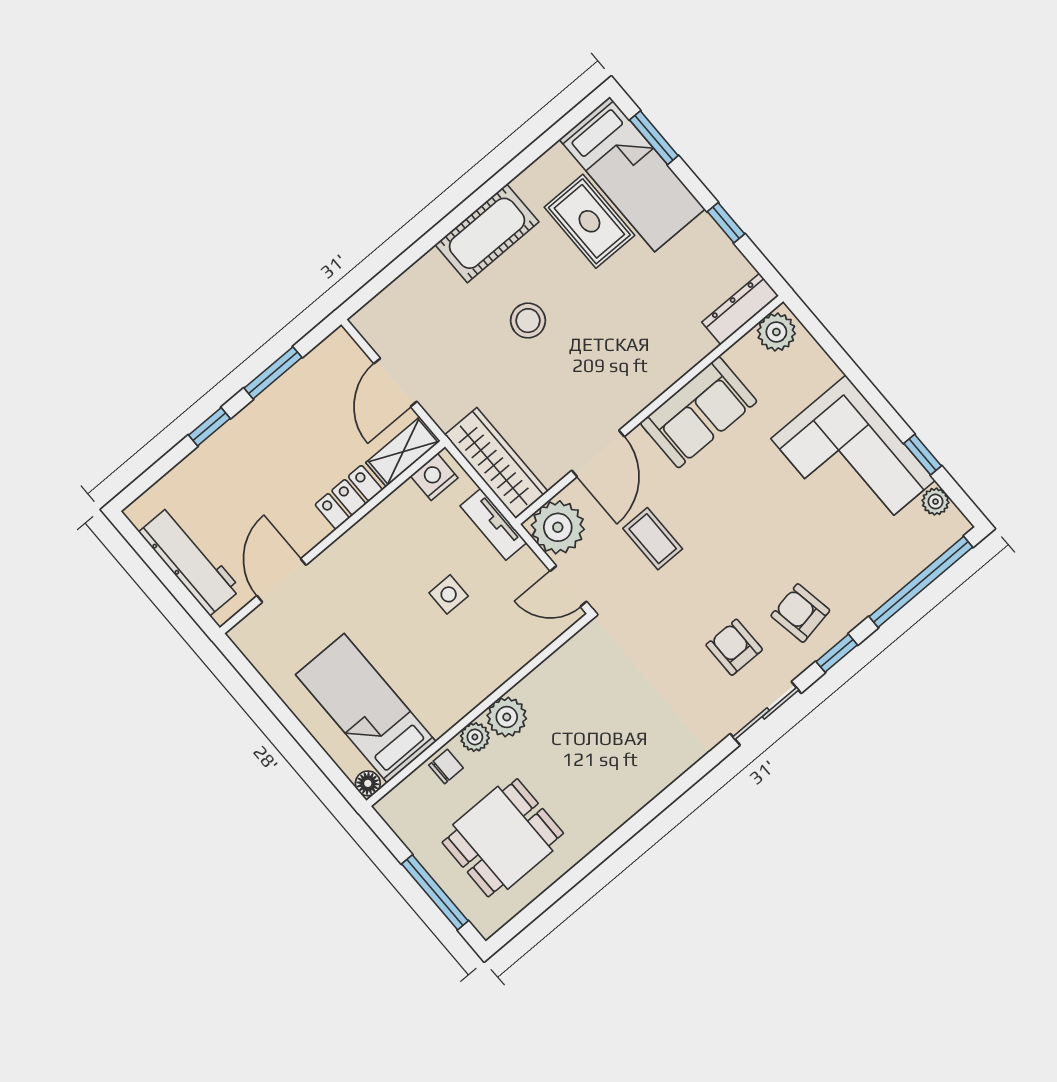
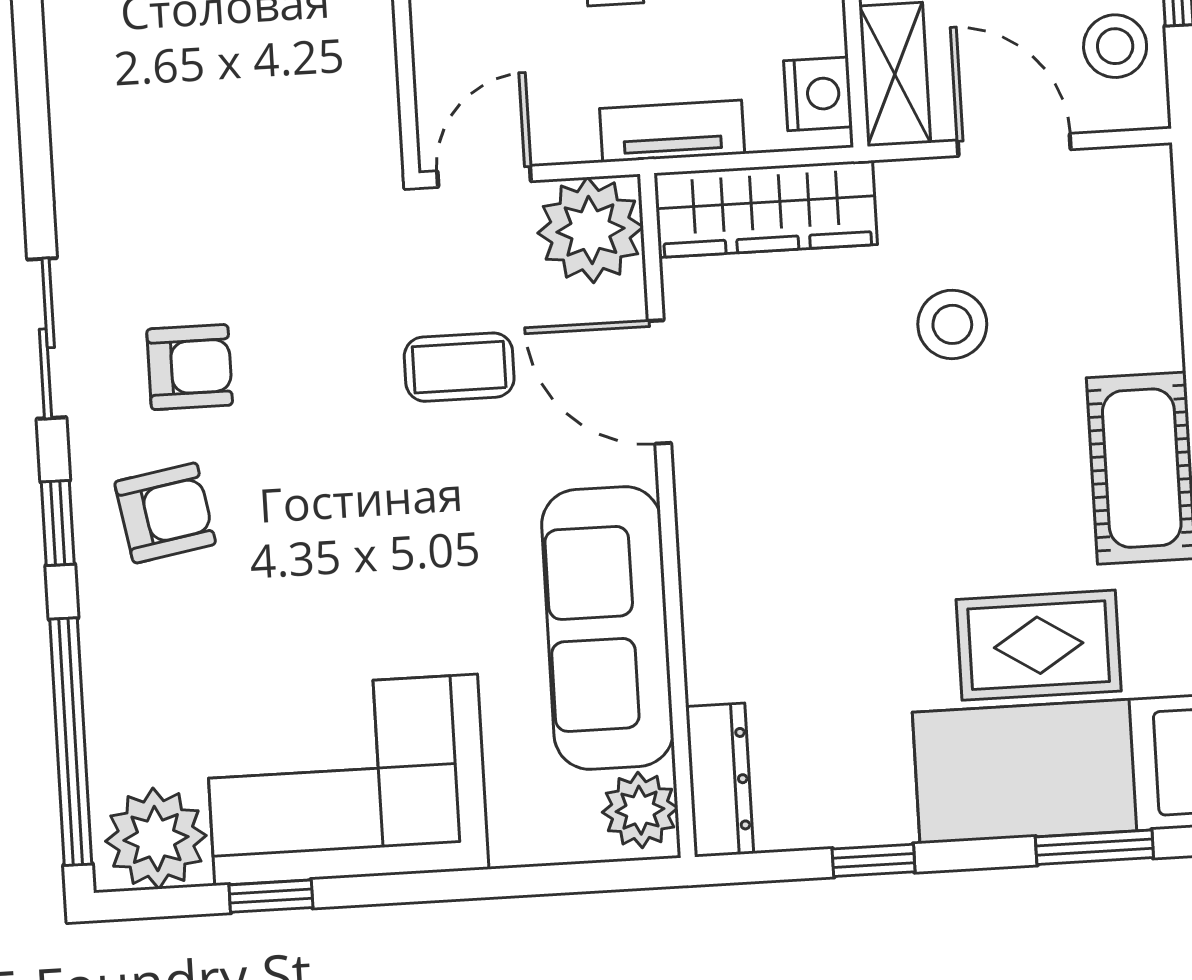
stool: (528, 321) -> (952, 324), moved
stool: (325, 372) -> (1115, 46), added
sofa: (699, 412) -> (607, 628), width x1.36
plant: (935, 502) -> (156, 838), width x1.88, depth x1.88

